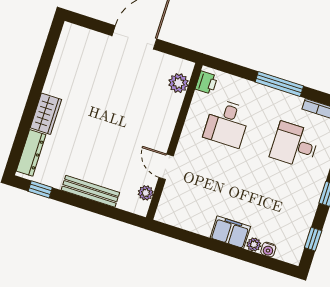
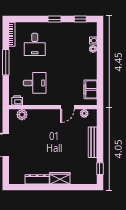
dresser: (31, 153) -> (37, 179), moved
filing cabinet: (230, 232) -> (91, 89), moved

